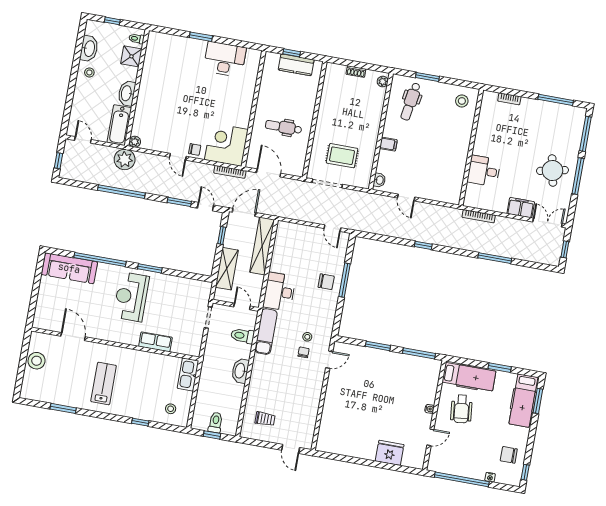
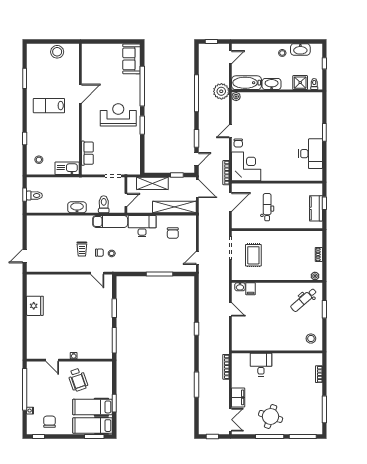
dental chair: (411, 102) -> (304, 300), turned -50
filing cabinet: (388, 144) -> (251, 289), moved
round table: (552, 171) -> (271, 416), turned 30
door: (406, 197) -> (230, 309), swing flipped
sofa: (69, 268) -> (132, 59), width x0.73
chair: (326, 282) -> (173, 233), moved
door: (73, 337) -> (80, 94), moved
row of seats: (155, 342) -> (87, 153), moved
hospital bed: (469, 377) -> (93, 407), moved, turned 90
lab bench: (104, 384) -> (49, 106), turned 180
wheelchair: (461, 409) -> (78, 380), turned -103
trolley: (265, 419) -> (82, 249), moved
fridge: (390, 453) -> (35, 306), moved

